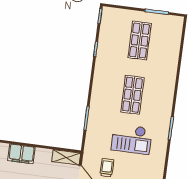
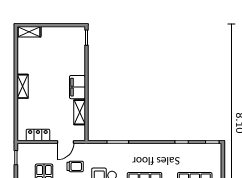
shelving: (66, 157) -> (80, 112), moved

